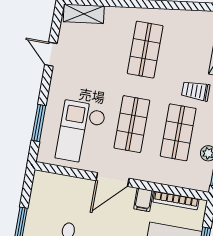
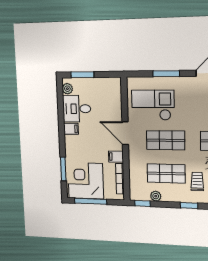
window: (39, 123) -> (166, 74), moved

